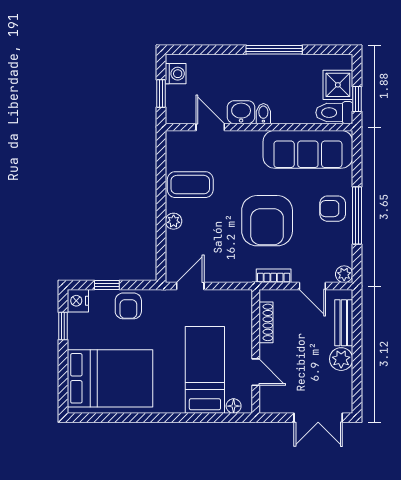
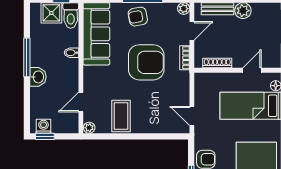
window: (161, 94) -> (45, 136), moved
washbasin: (241, 112) -> (38, 77), moved, turned 180
bidet: (263, 114) -> (71, 53), moved
armchair: (333, 209) -> (138, 17), turned 79
plant: (174, 221) -> (89, 128), moved

